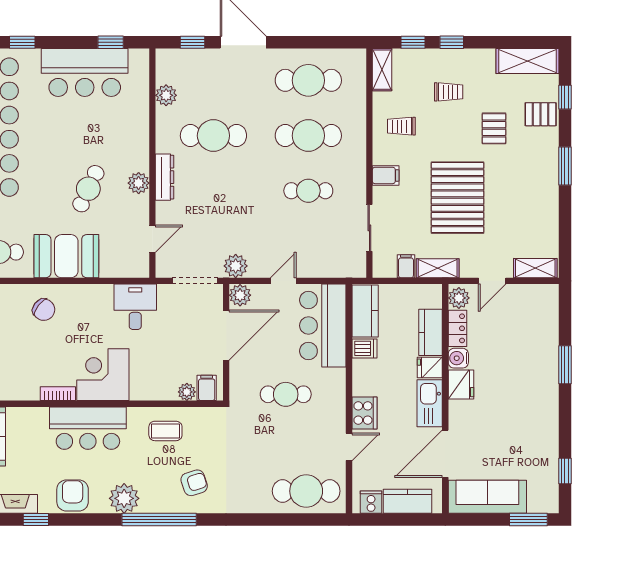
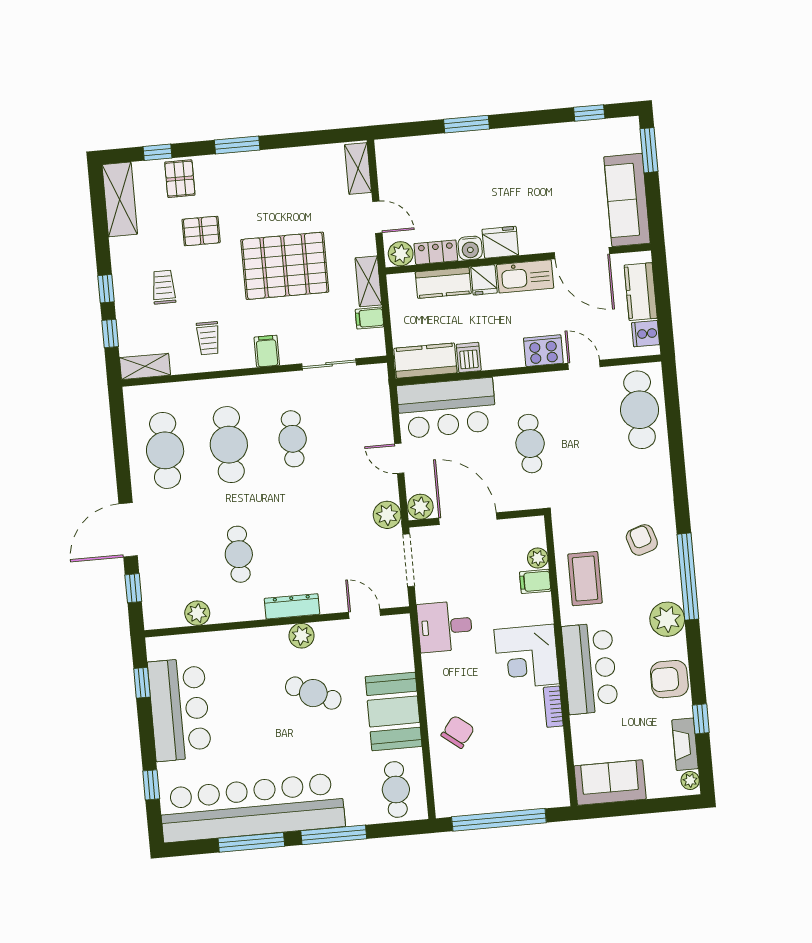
cafe table: (213, 136) -> (239, 554), width x0.73, depth x0.74
filing cabinet: (207, 388) -> (535, 581), moved
coffee table: (165, 431) -> (585, 579), width x1.36, depth x1.30

